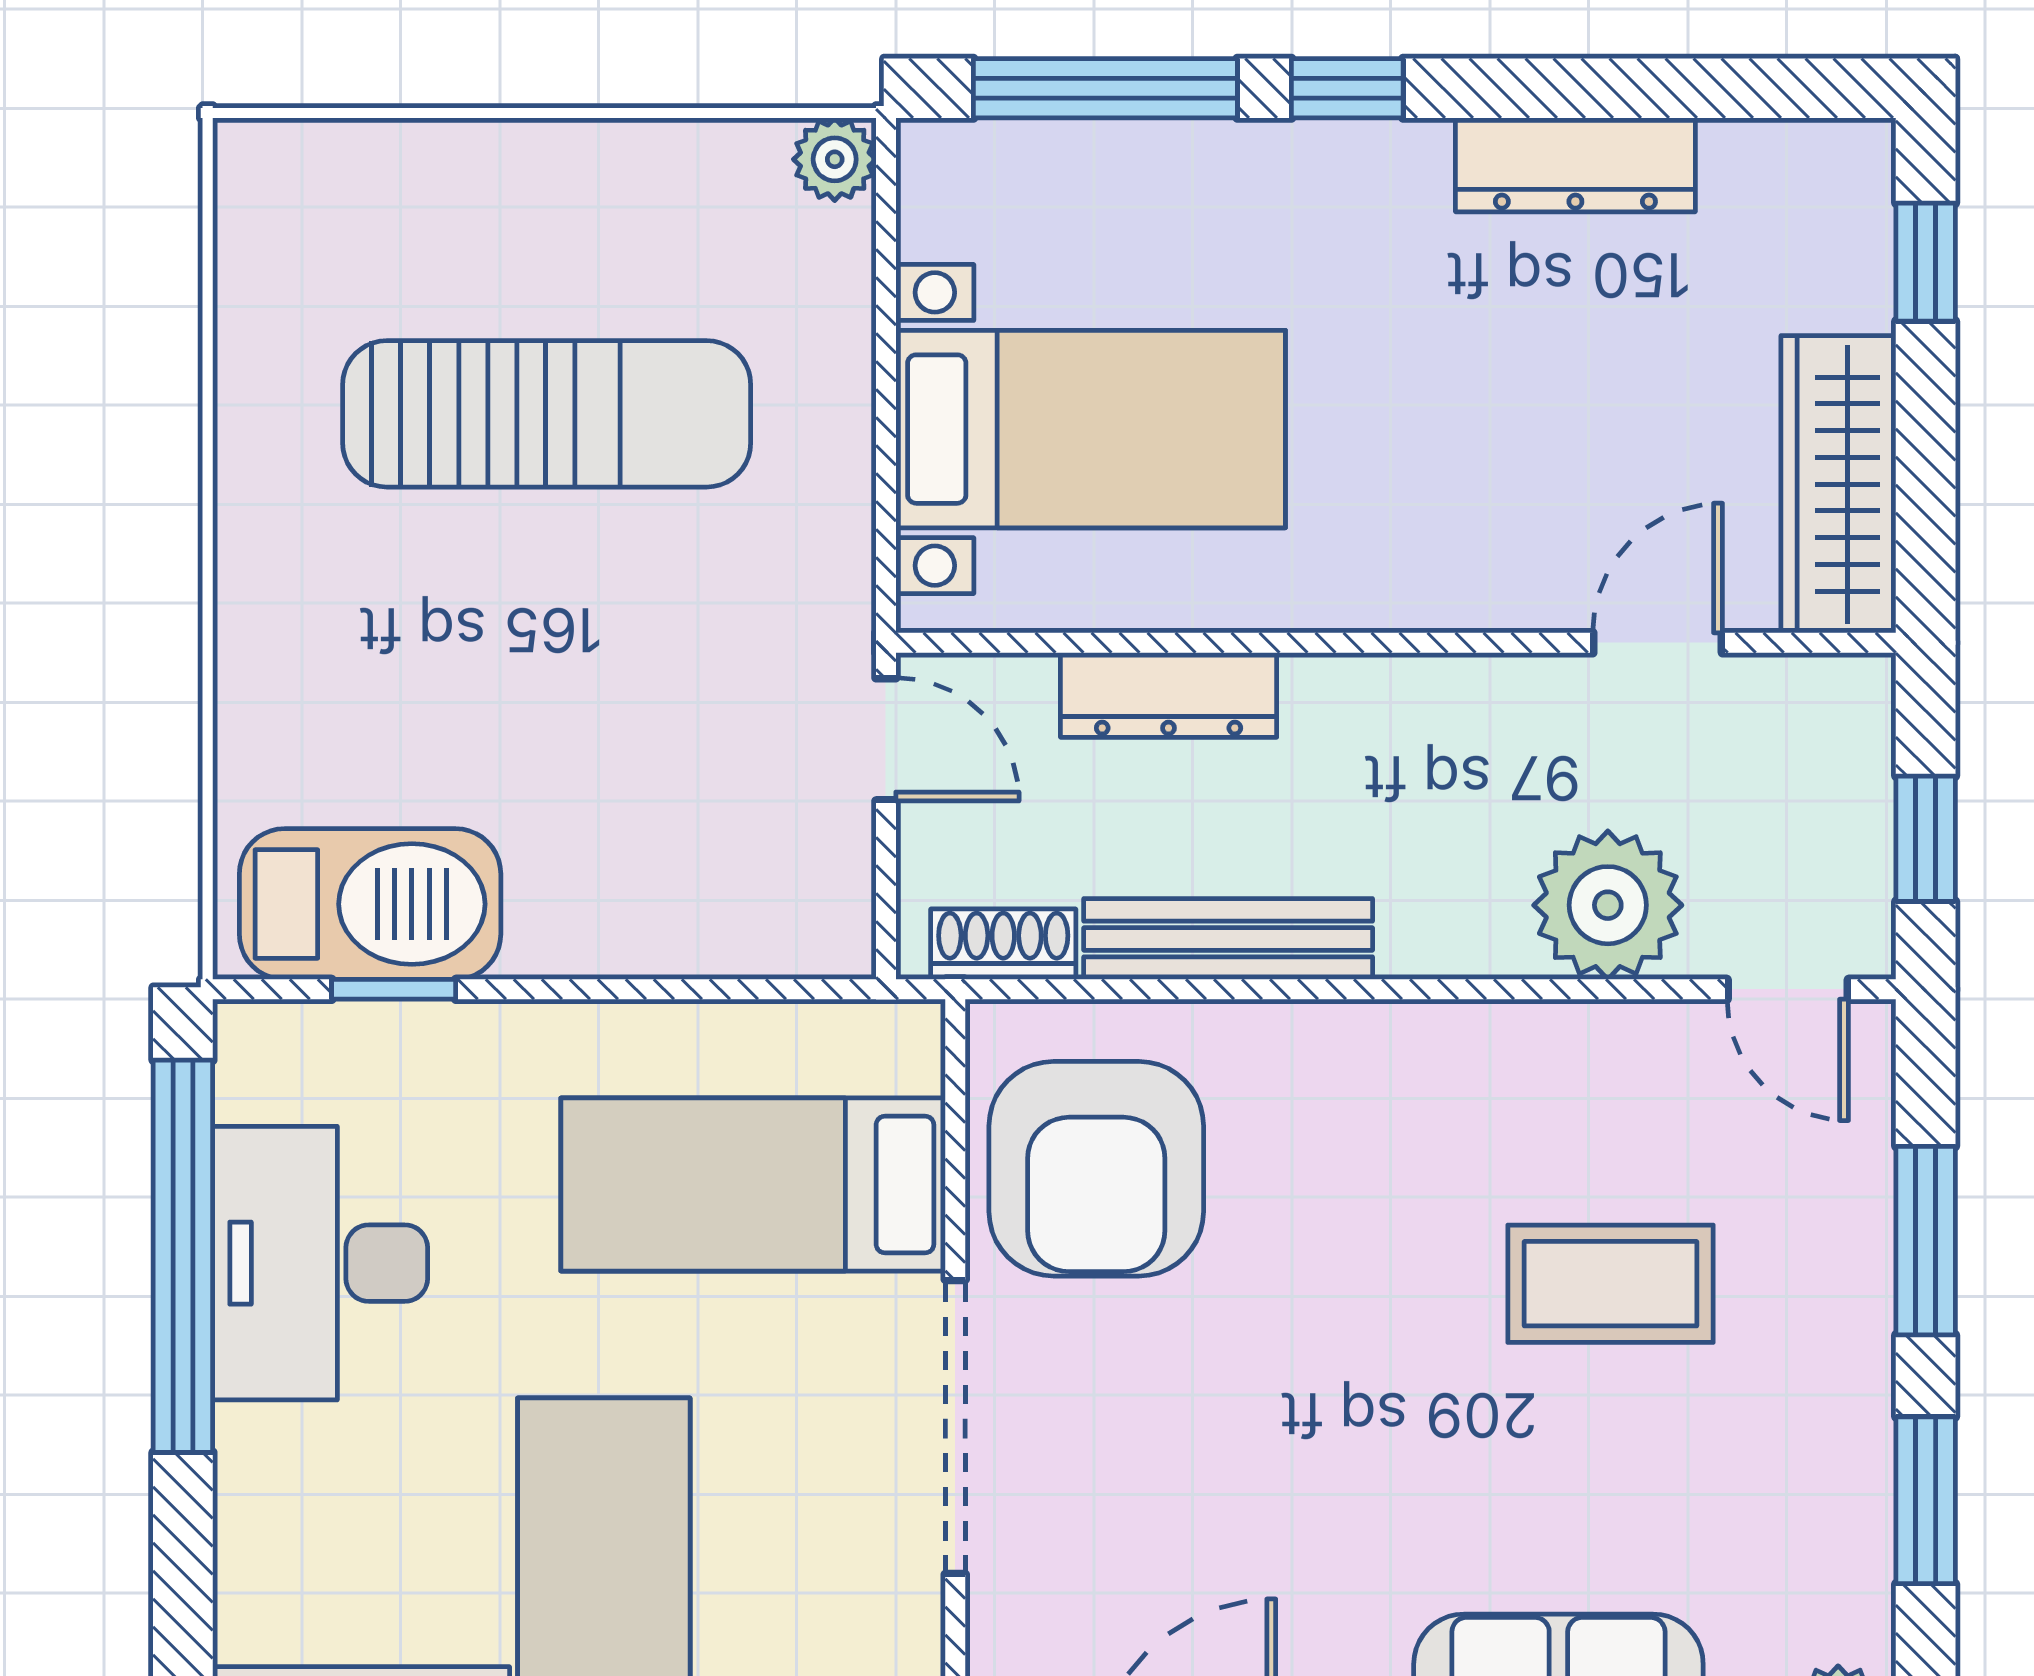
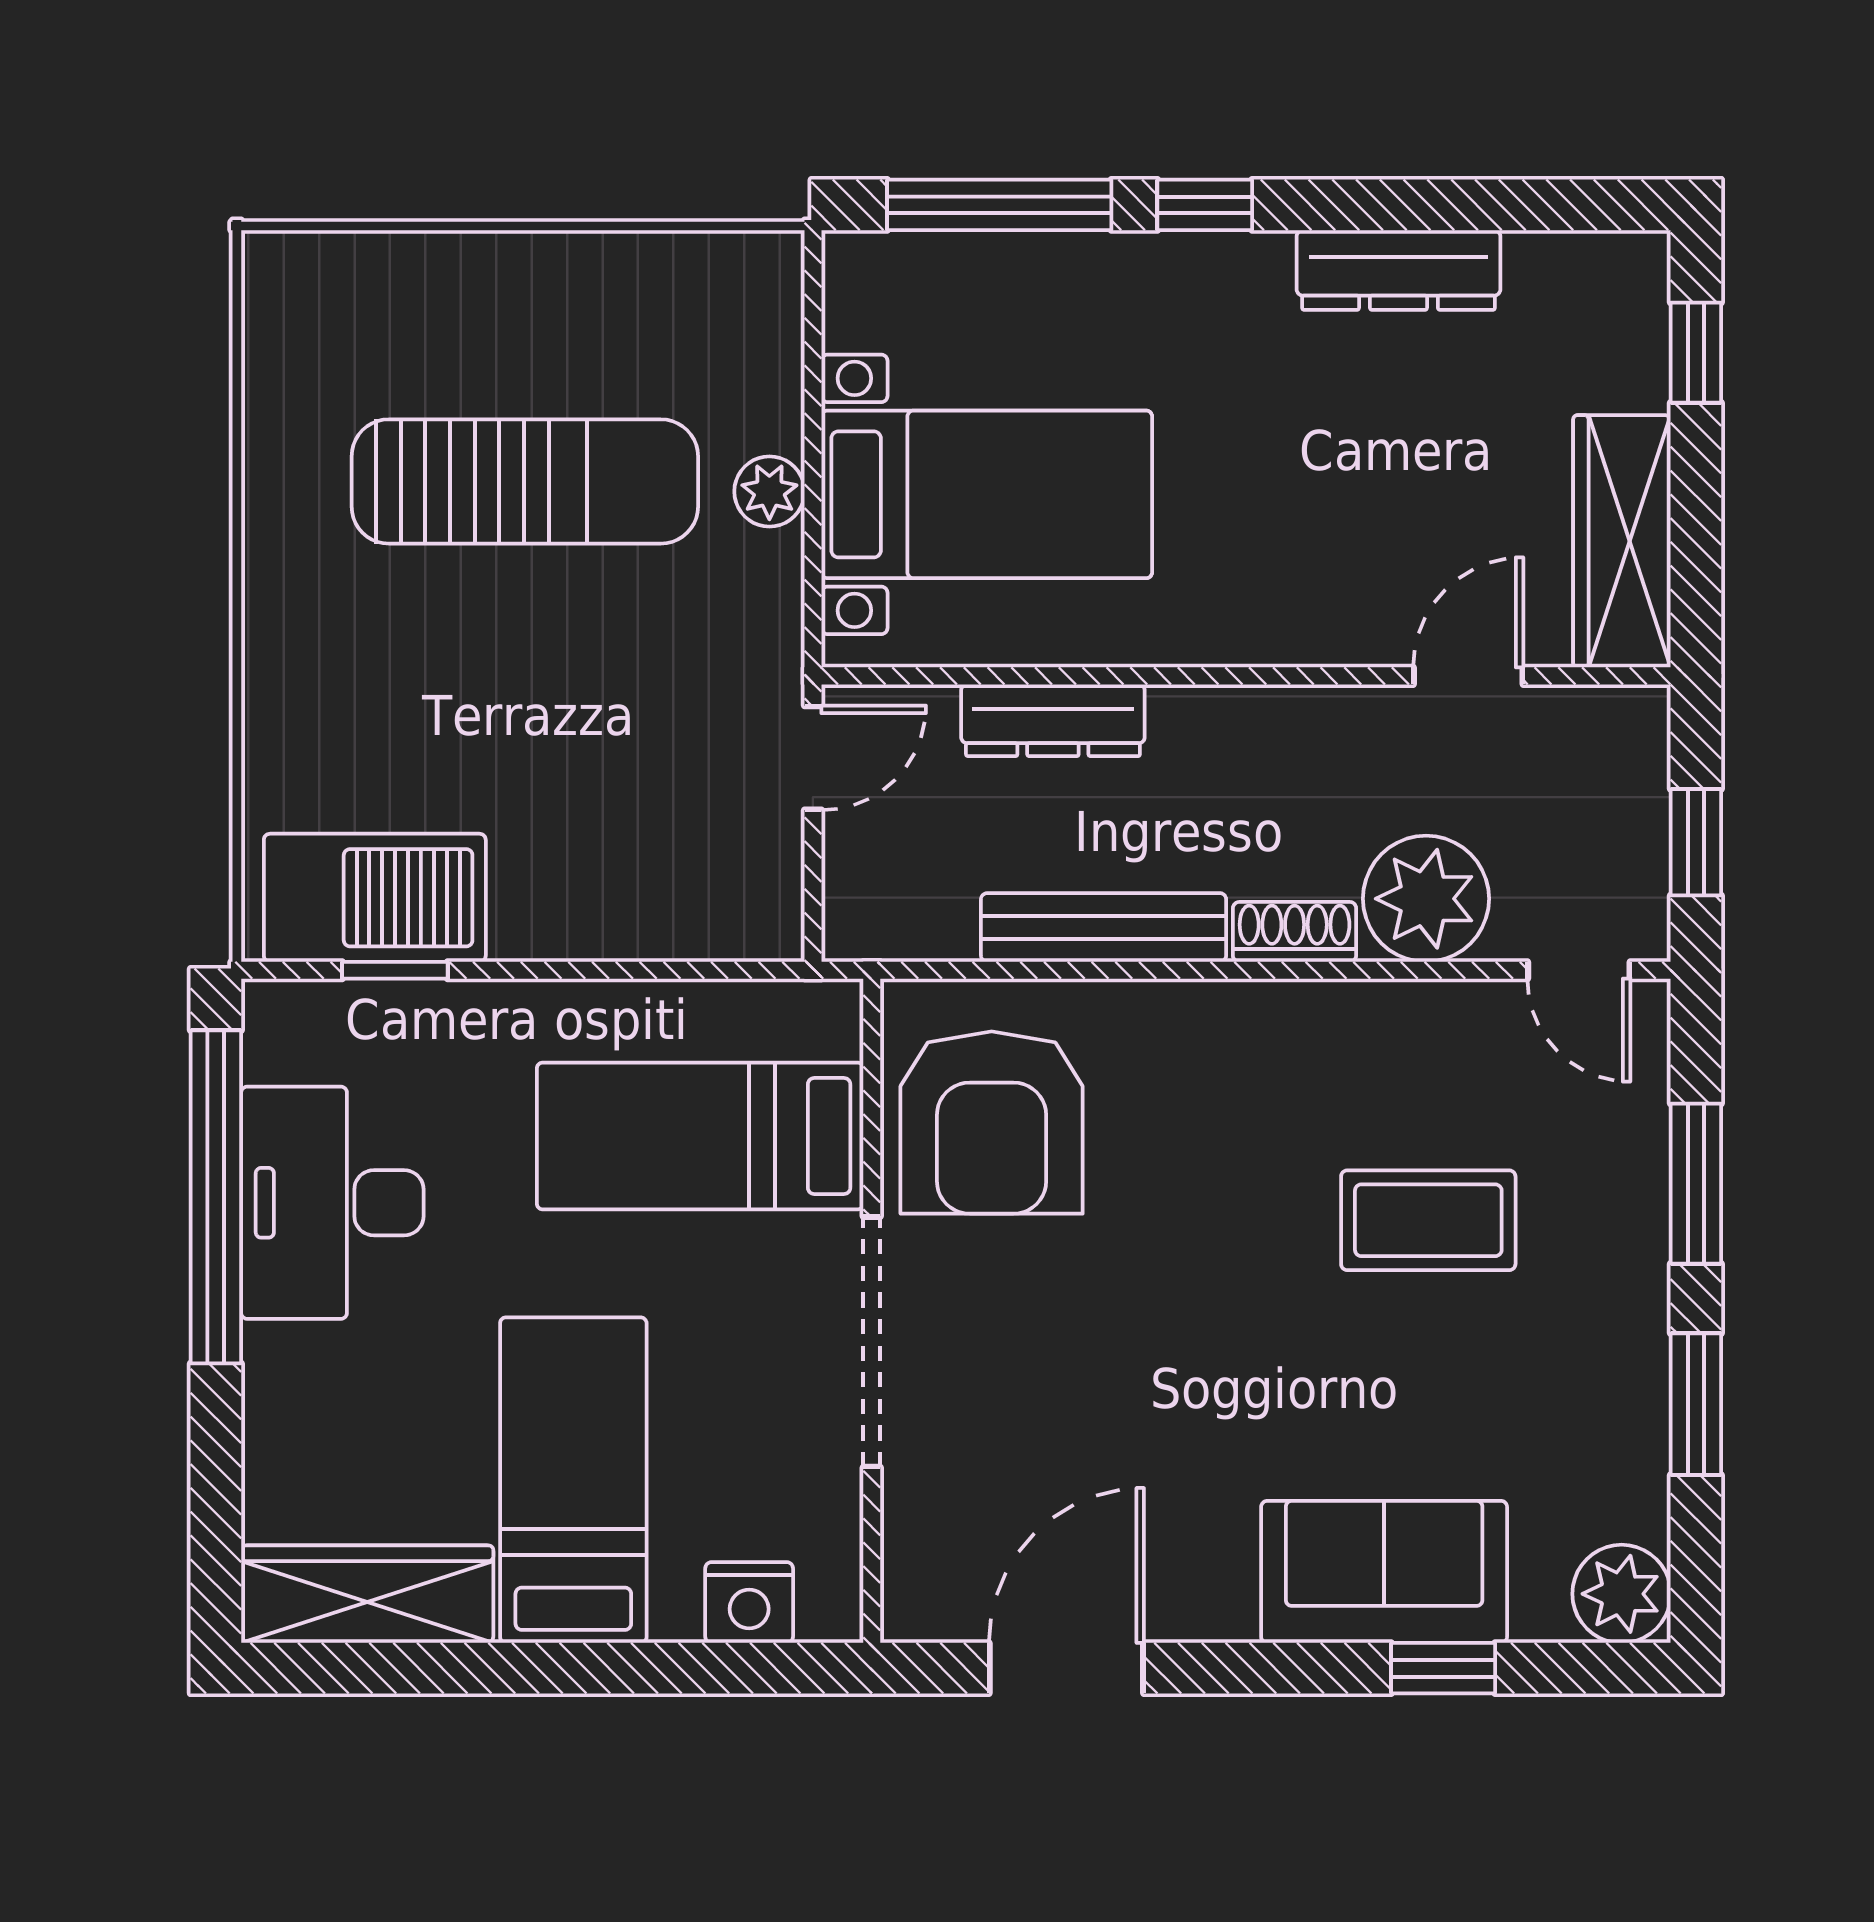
plant: (835, 159) -> (769, 491), moved
door: (886, 739) -> (813, 758), hinge flipped
shoe rack: (1003, 944) -> (1295, 932), moved

